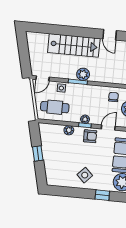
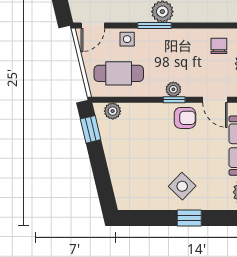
door: (108, 128) -> (215, 100), swing flipped
plant: (69, 130) -> (113, 111), moved
window: (38, 153) -> (91, 129), moved
window: (102, 195) -> (189, 218), moved

